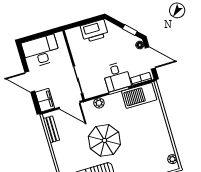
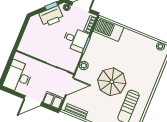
printer: (94, 31) -> (51, 16), moved, turned 45
barbecue: (139, 95) -> (109, 29), moved, turned 90

